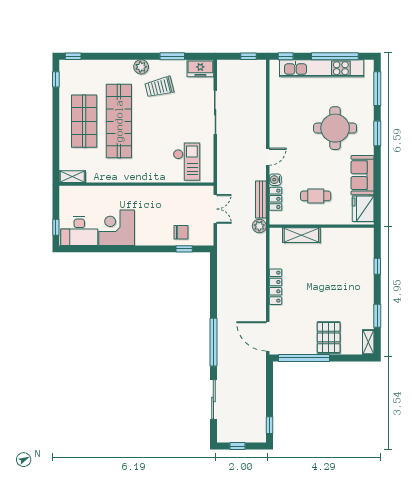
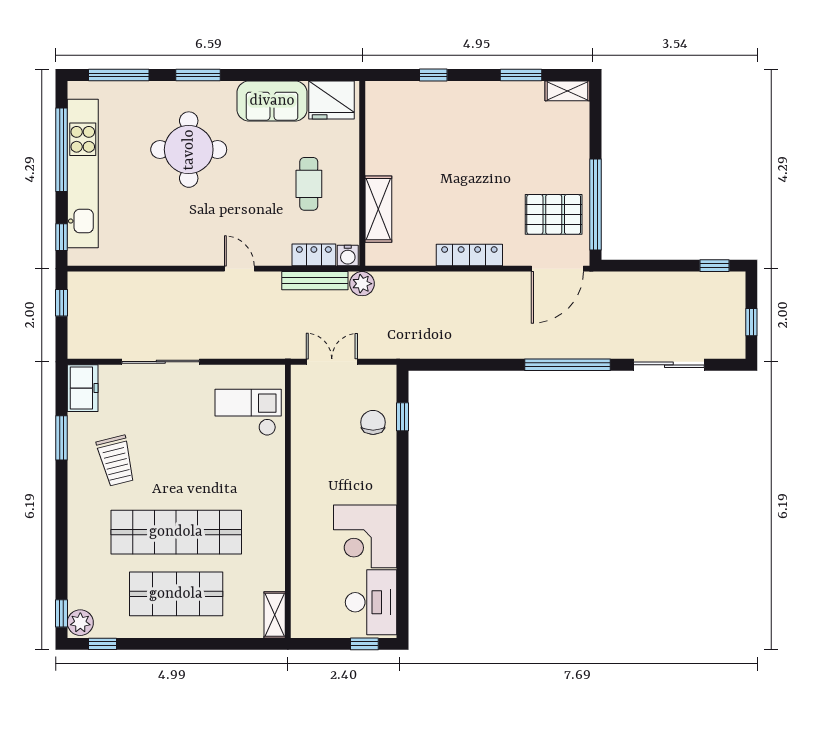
plant: (141, 67) -> (80, 623), moved
water cooler: (275, 180) -> (348, 256), moved
pallet: (329, 337) -> (554, 214), moved

